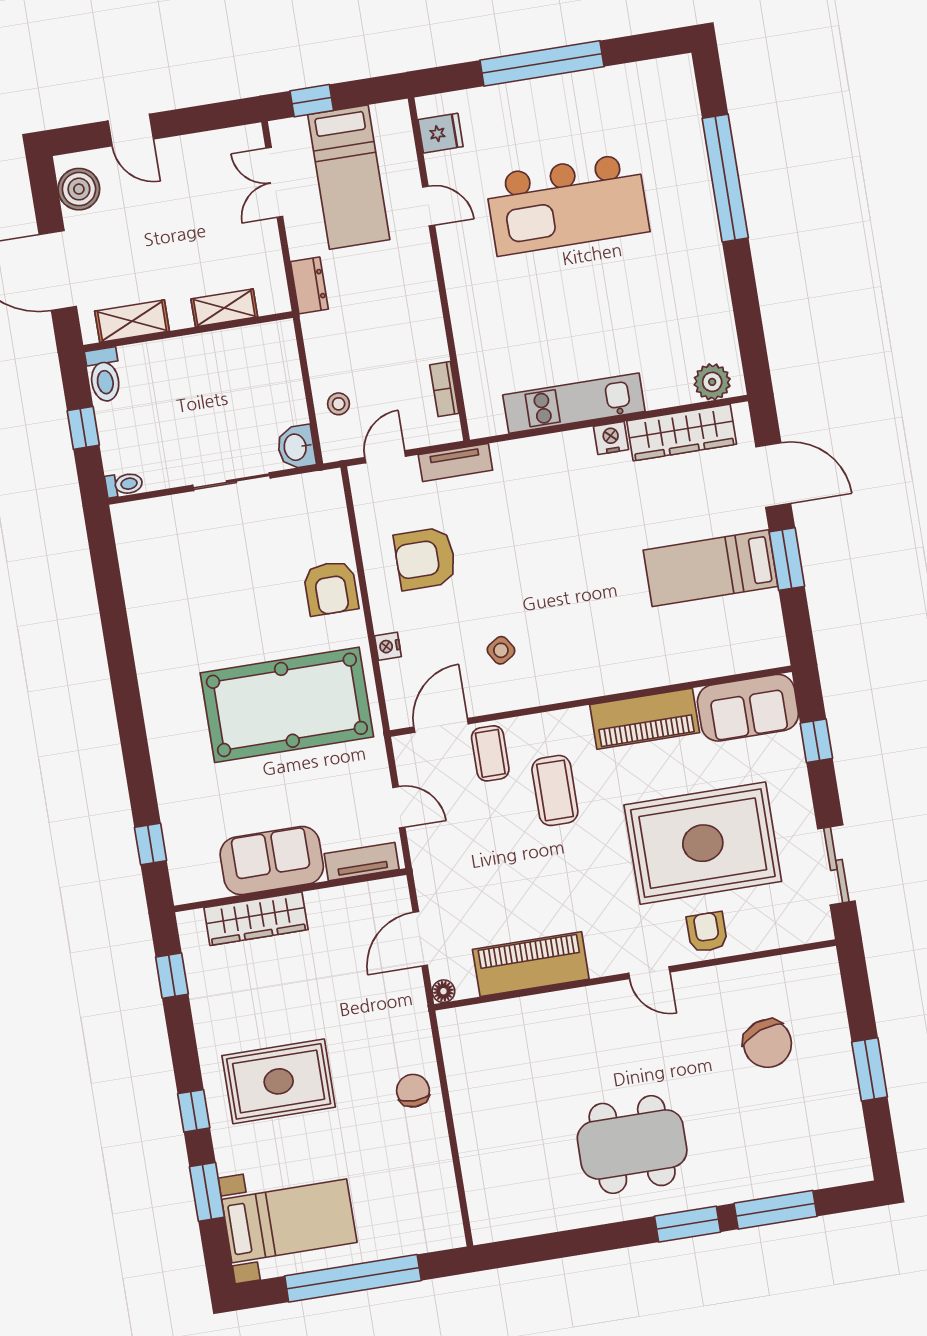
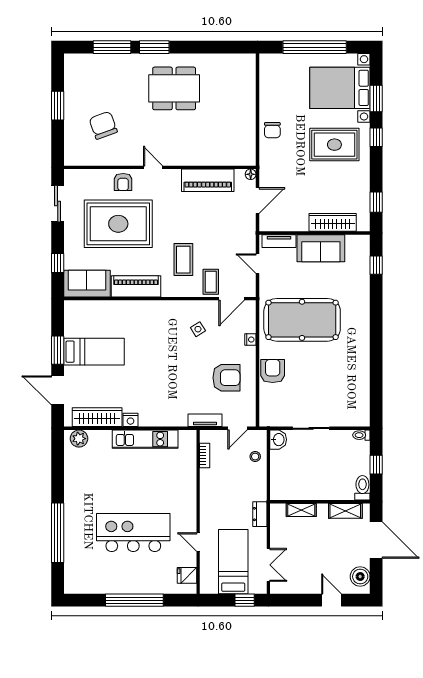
bed with nightstands: (289, 1221) -> (340, 88), width x1.36

